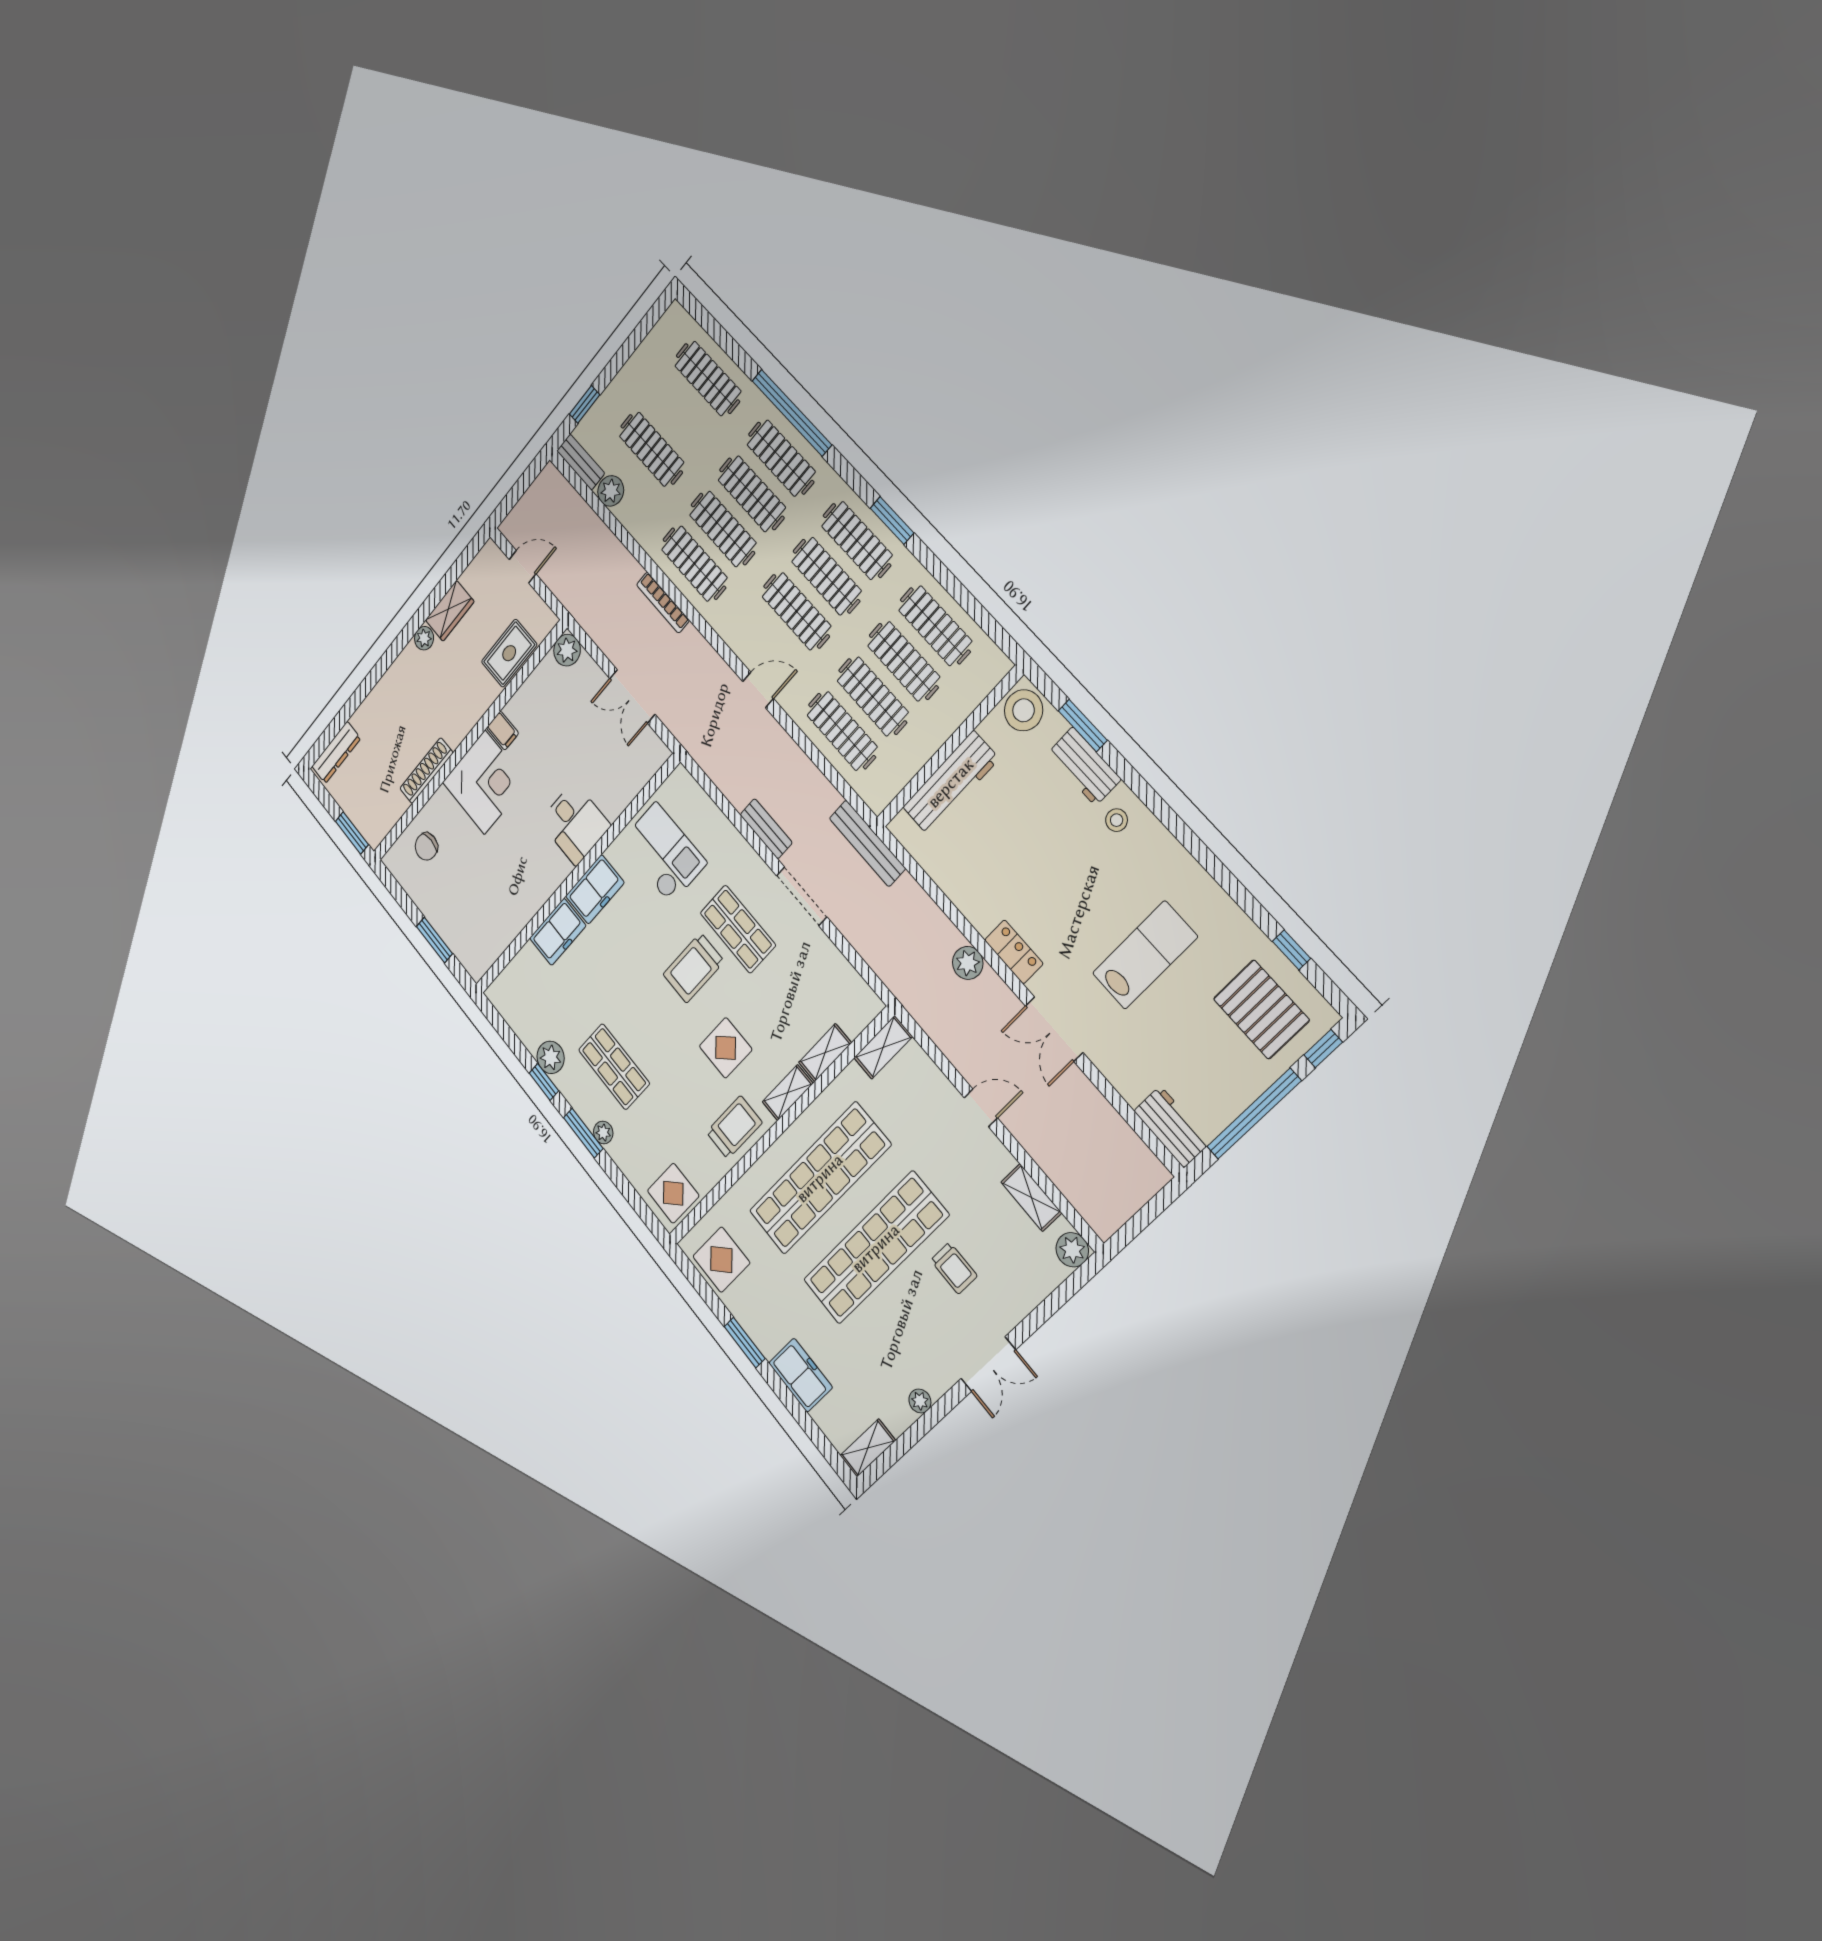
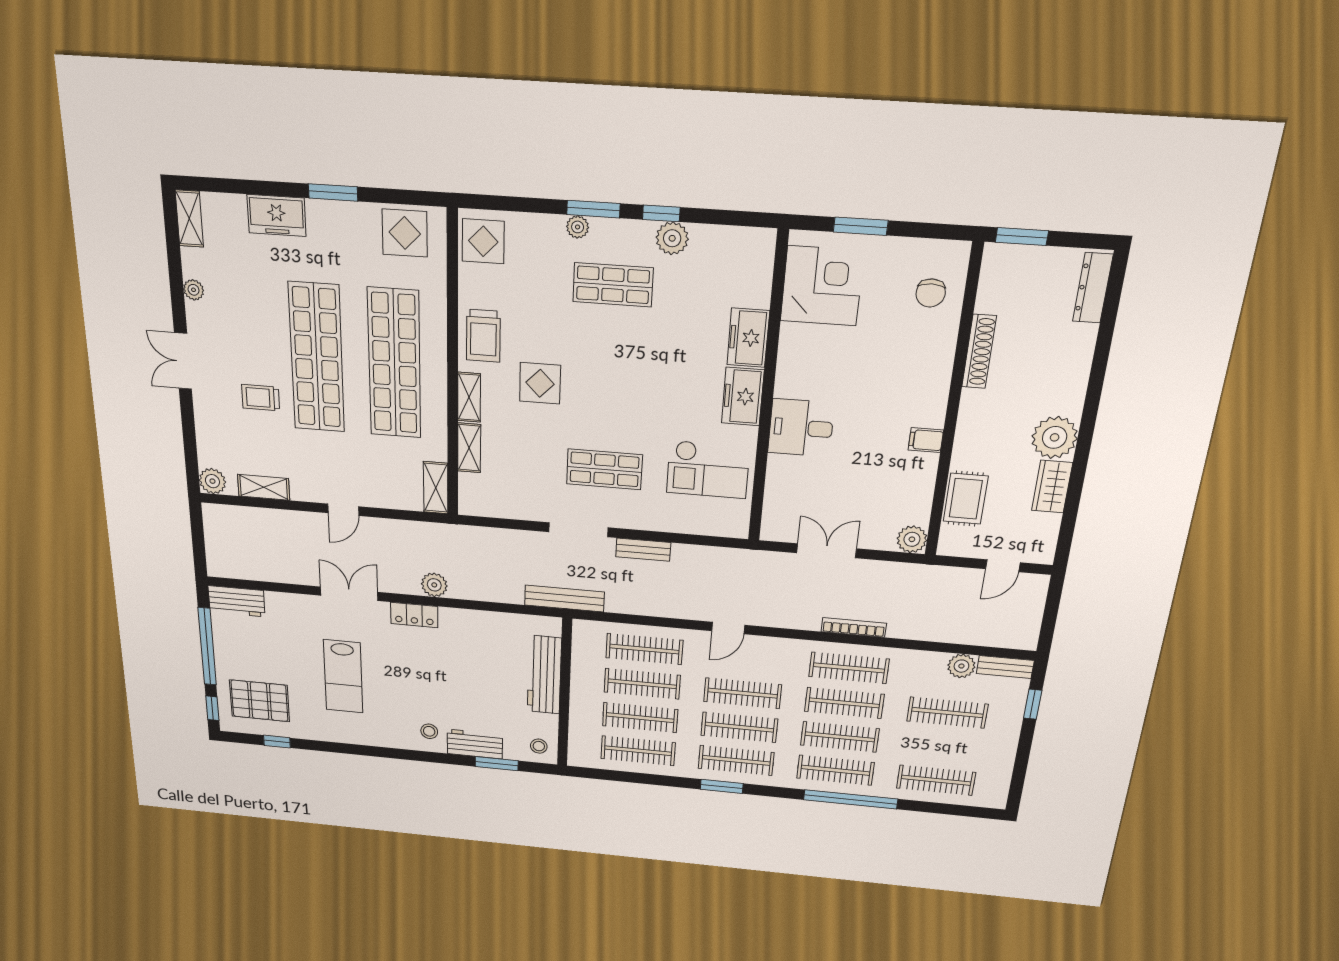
plant: (424, 638) -> (1055, 437), width x1.88, depth x1.88
stool: (1024, 710) -> (539, 746), width x0.53, depth x0.53
corner desk: (485, 782) -> (822, 286), moved, turned 180
chair: (426, 847) -> (931, 293), turned 180
trolley: (694, 968) -> (614, 414), removed

